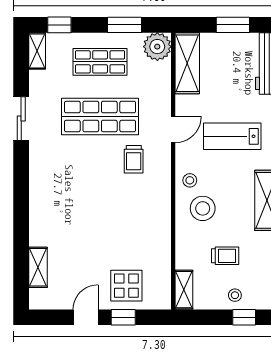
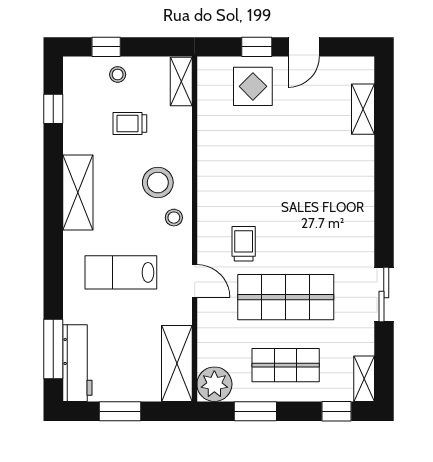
door: (173, 130) -> (195, 281), swing flipped
lab bench: (232, 136) -> (121, 272), turned 180

